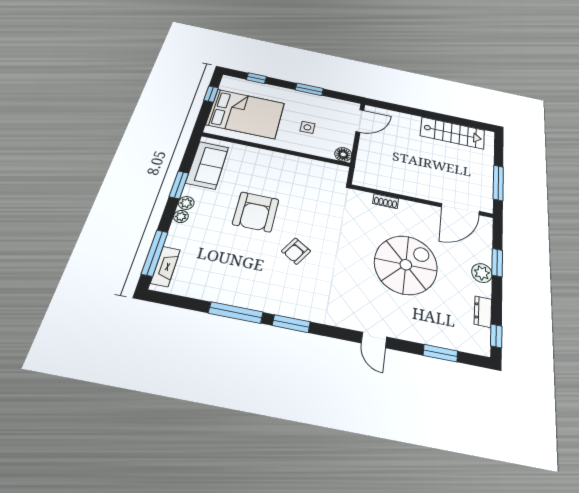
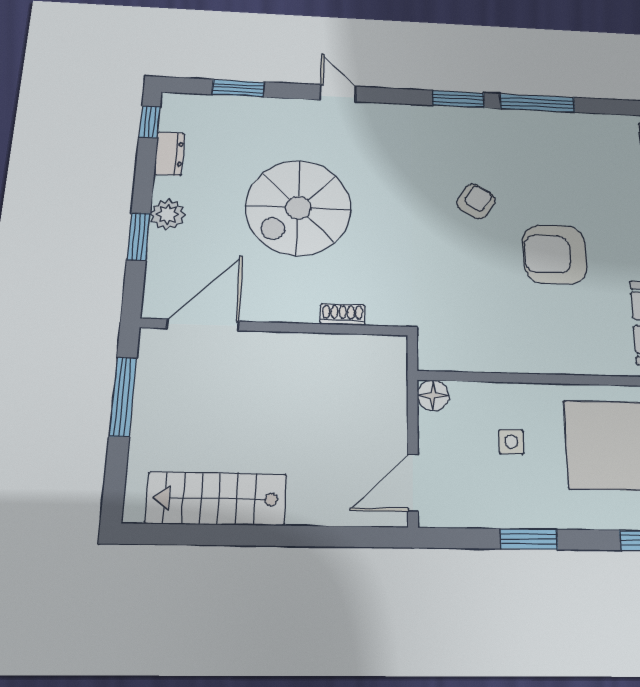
armchair: (256, 212) -> (555, 254), turned -91

